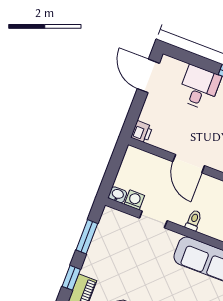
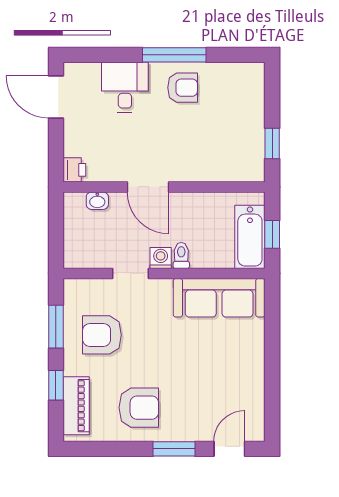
washbasin: (117, 195) -> (97, 201), moved, turned 180
washing machine: (134, 200) -> (161, 258), moved
armchair: (117, 255) -> (102, 335), added

